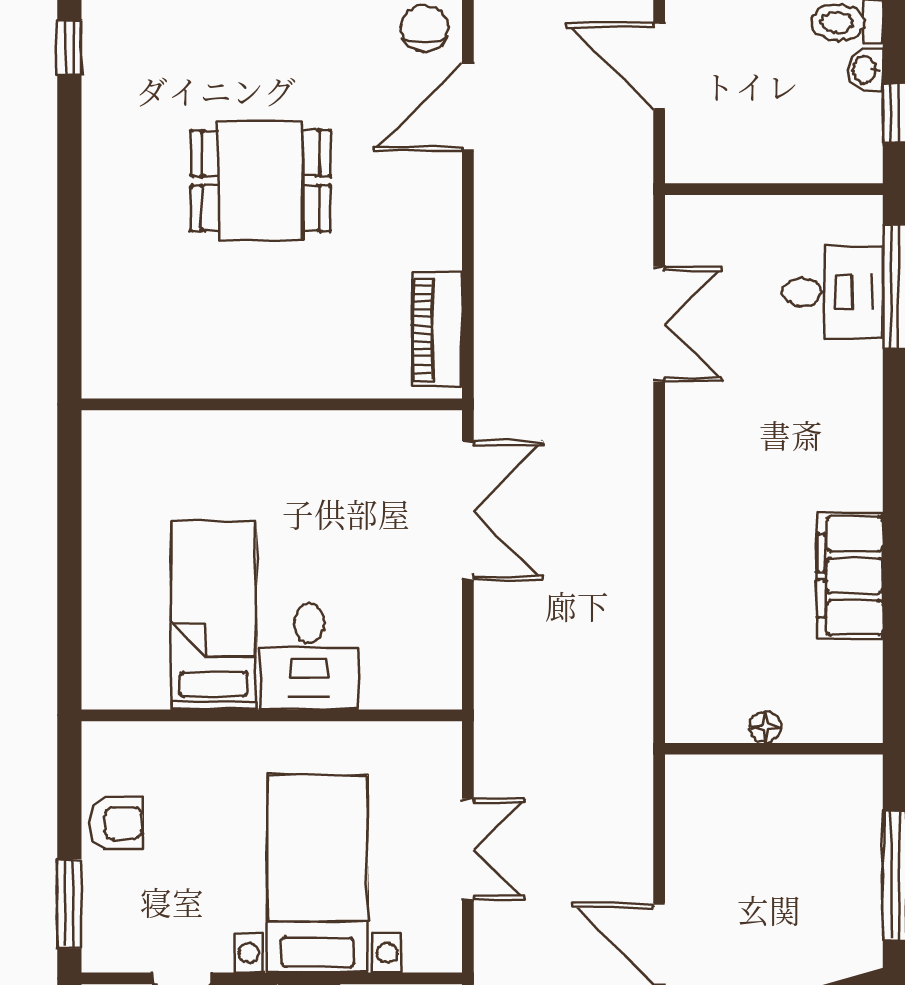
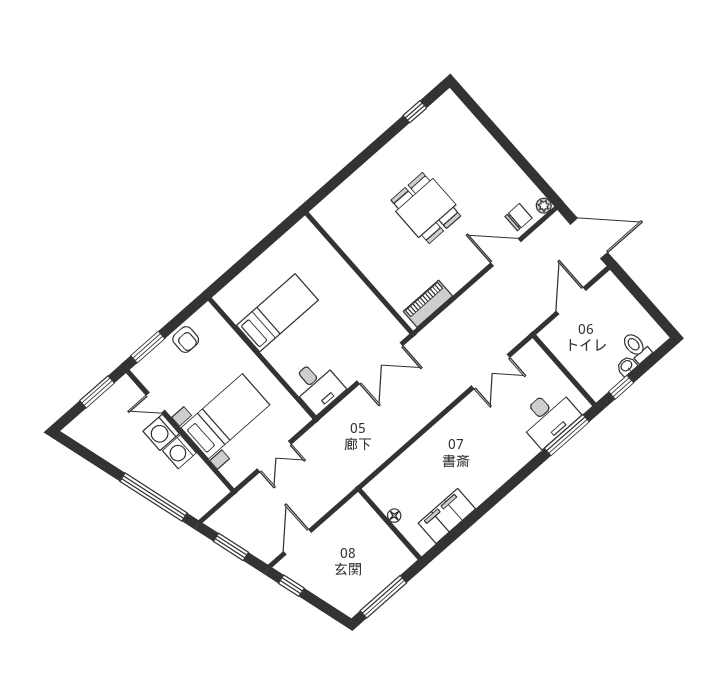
desk: (833, 292) -> (548, 417), width x1.37
filing cabinet: (850, 576) -> (447, 516), moved
desk: (309, 656) -> (317, 386), moved, turned -90

